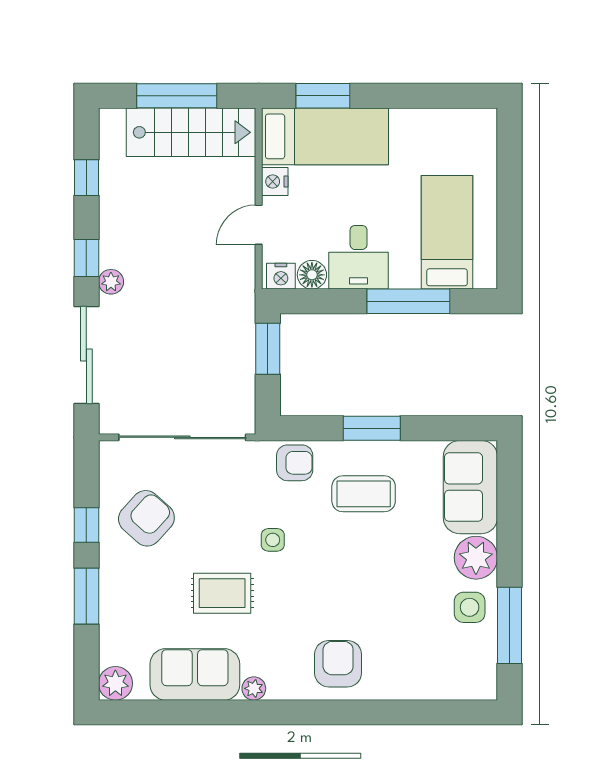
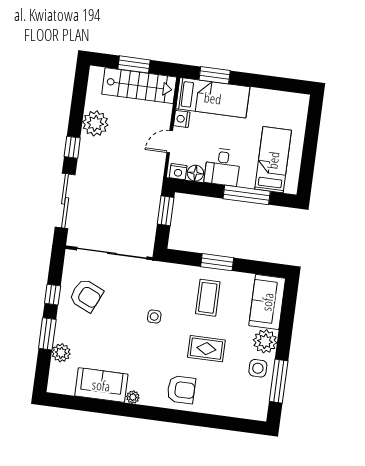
window: (177, 96) -> (134, 64), width x0.69
window: (86, 178) -> (78, 103), removed
plant: (111, 282) -> (95, 123), moved, width x1.88, depth x1.88
armchair: (295, 463) -> (172, 276), removed
coffee table: (364, 494) -> (208, 298), turned 90
armchair: (146, 518) -> (86, 295), turned 72
rug: (222, 593) -> (206, 349), moved
armchair: (338, 664) -> (181, 390), turned 90
plant: (115, 683) -> (61, 353), moved

